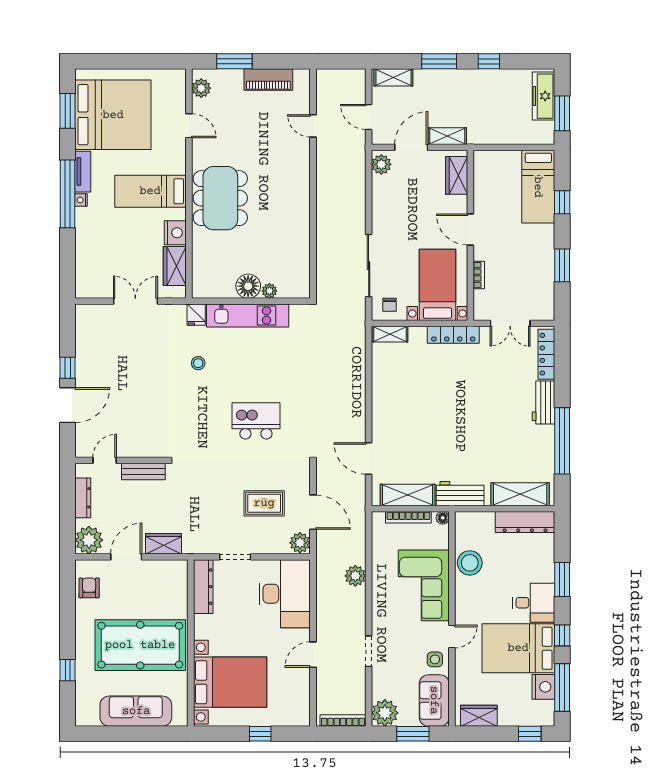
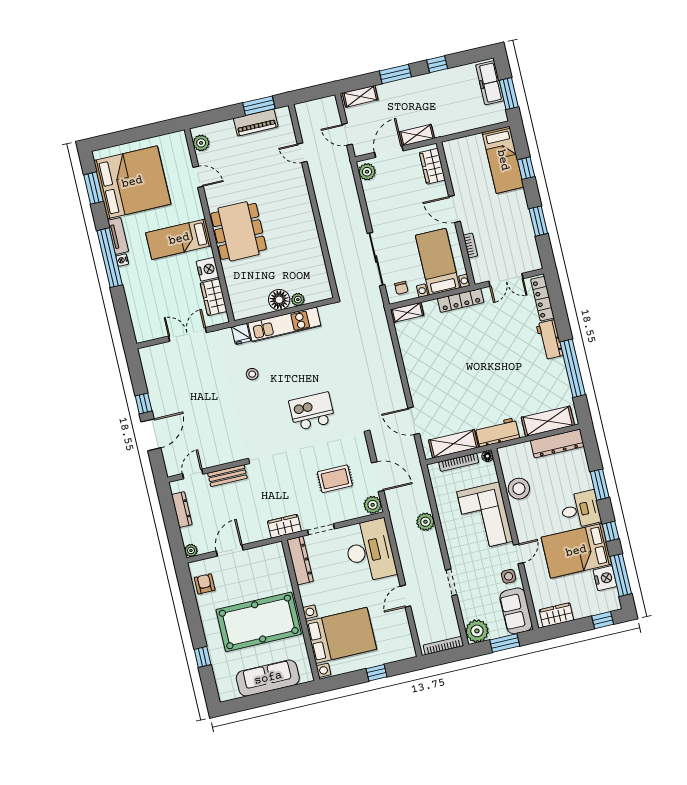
window: (234, 61) -> (259, 106), moved
plant: (89, 540) -> (191, 550), width x0.53, depth x0.53
wardrobe: (163, 544) -> (284, 526), moved

